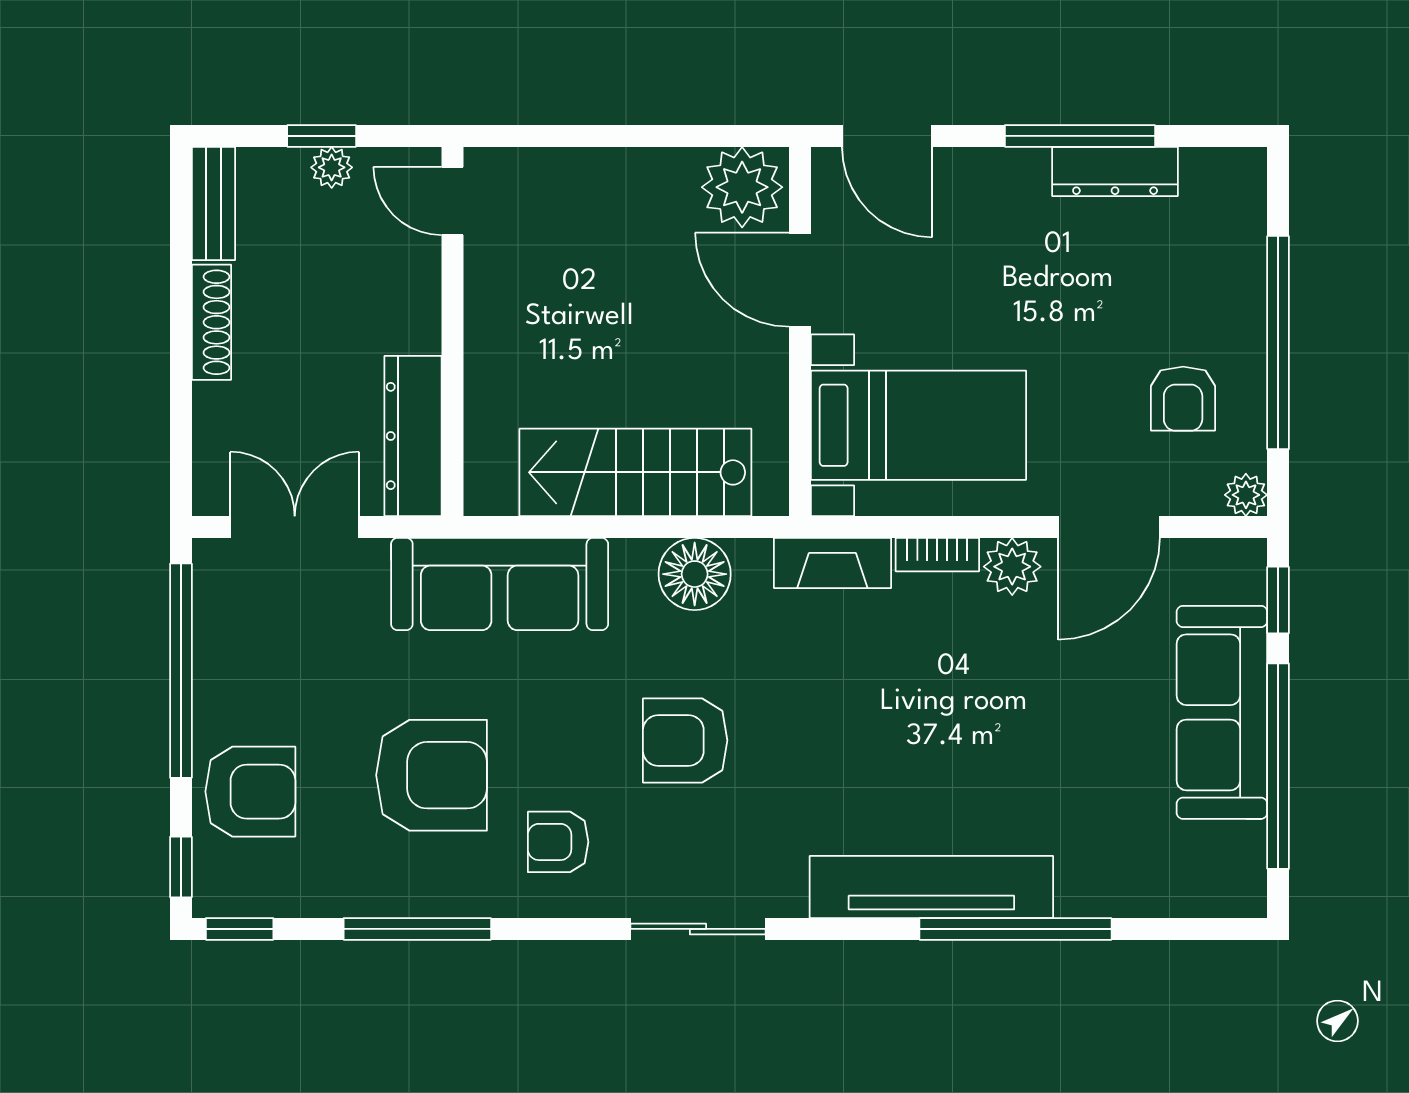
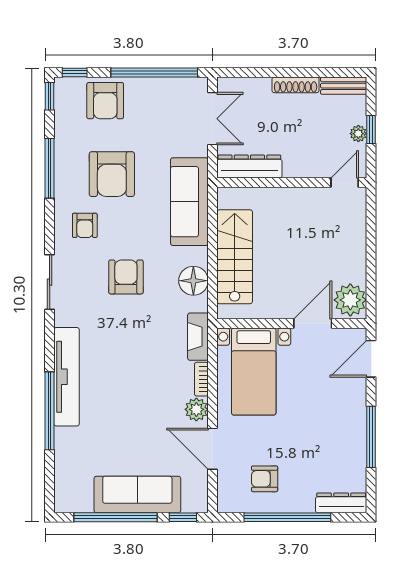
dresser: (1115, 171) -> (341, 503), moved, turned 90
plant: (1246, 495) -> (226, 504), removed
armchair: (558, 842) -> (85, 225), turned 180

